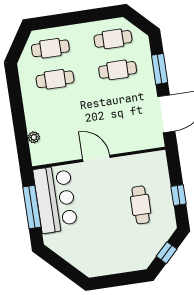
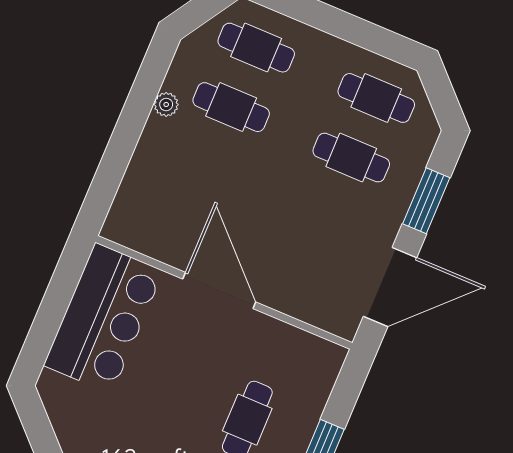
plant: (34, 137) -> (166, 104), moved
door: (96, 158) -> (219, 290), width x1.36
window: (32, 207) -> (54, 307), removed

